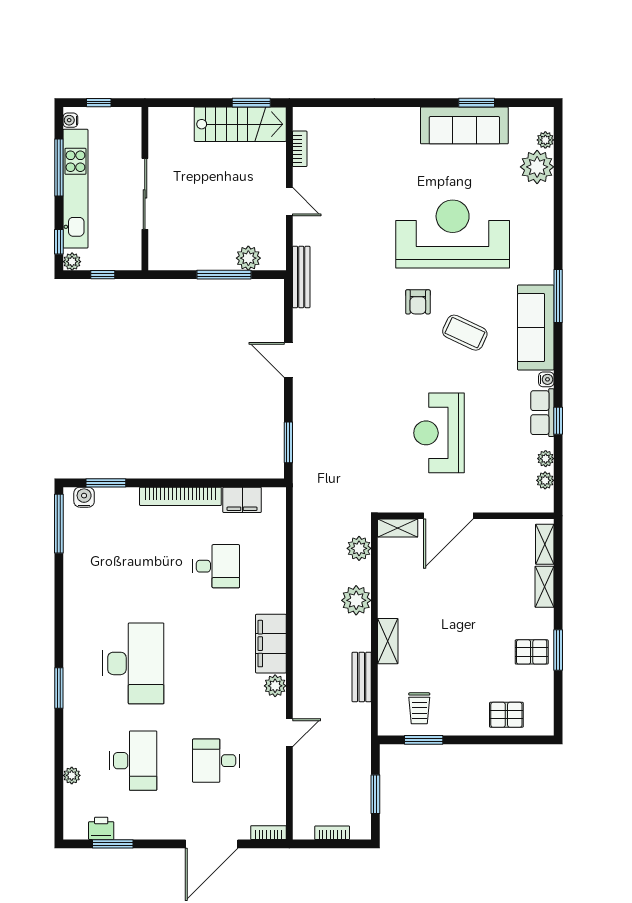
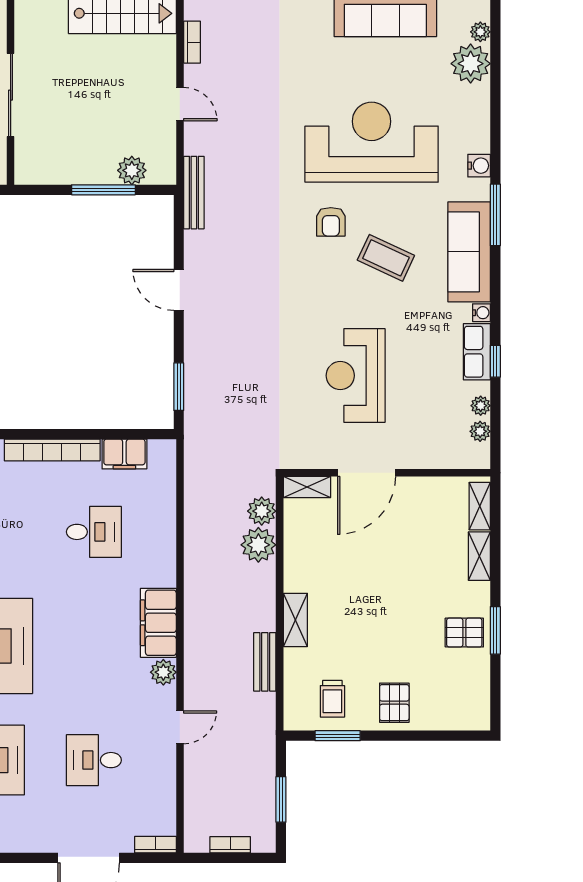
water cooler: (544, 254) -> (479, 166), added
plant: (356, 600) -> (258, 545), moved
pallet: (506, 715) -> (394, 703), moved, turned 90

